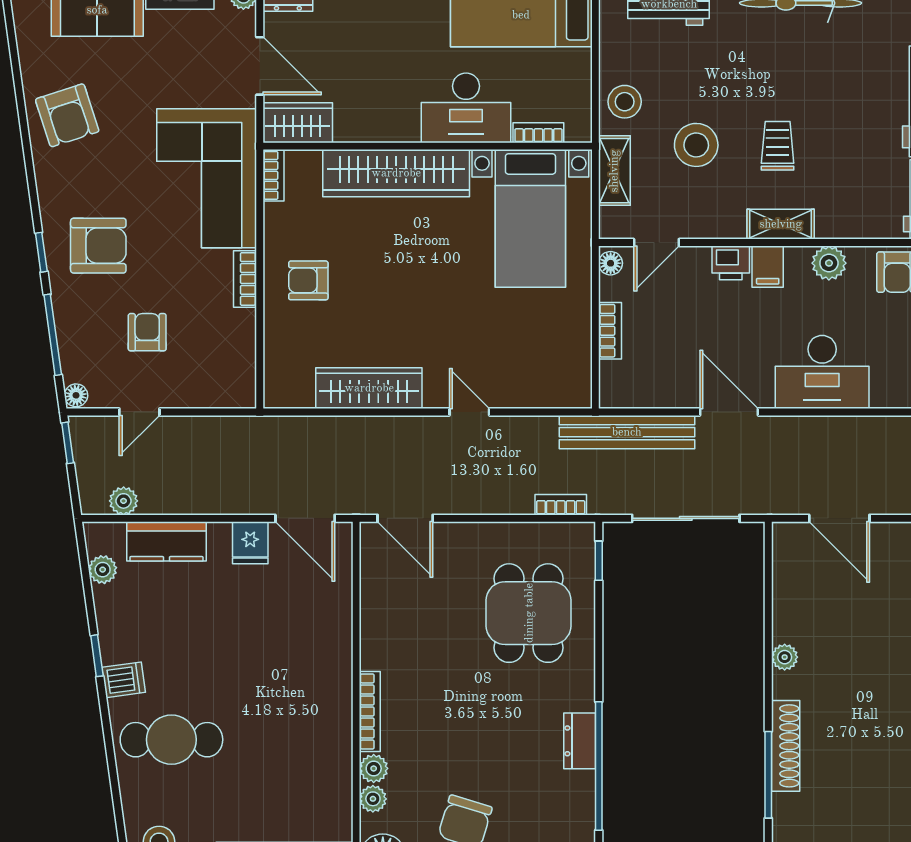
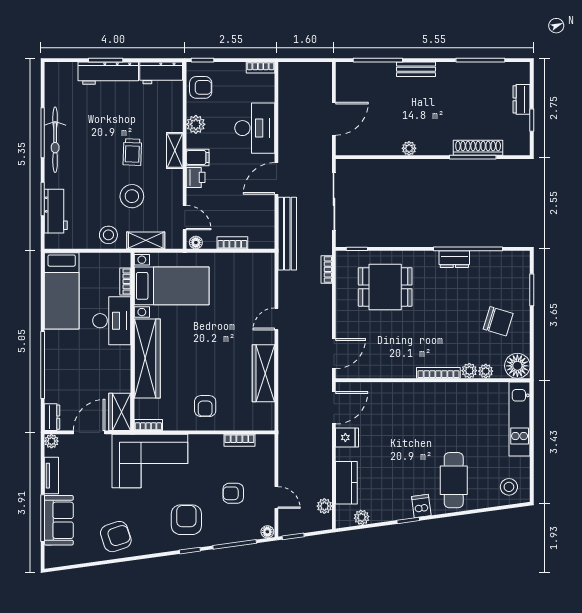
trolley: (778, 146) -> (132, 152), turned -88
bookcase: (245, 279) -> (239, 440), moved
shoe rack: (786, 746) -> (478, 148), moved

